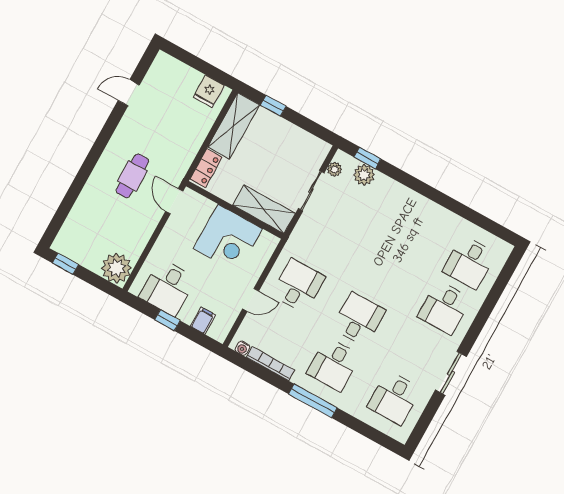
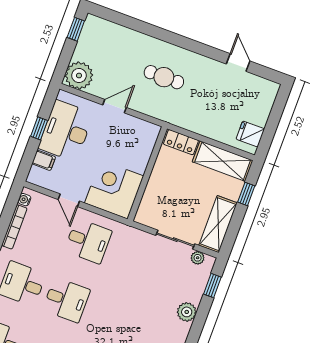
plant: (364, 175) -> (187, 312), moved
door: (174, 201) -> (115, 106), moved
shelving: (264, 209) -> (218, 224), moved
corner desk: (228, 239) -> (114, 190), moved, turned 90
desk: (168, 288) -> (66, 131), width x1.37

